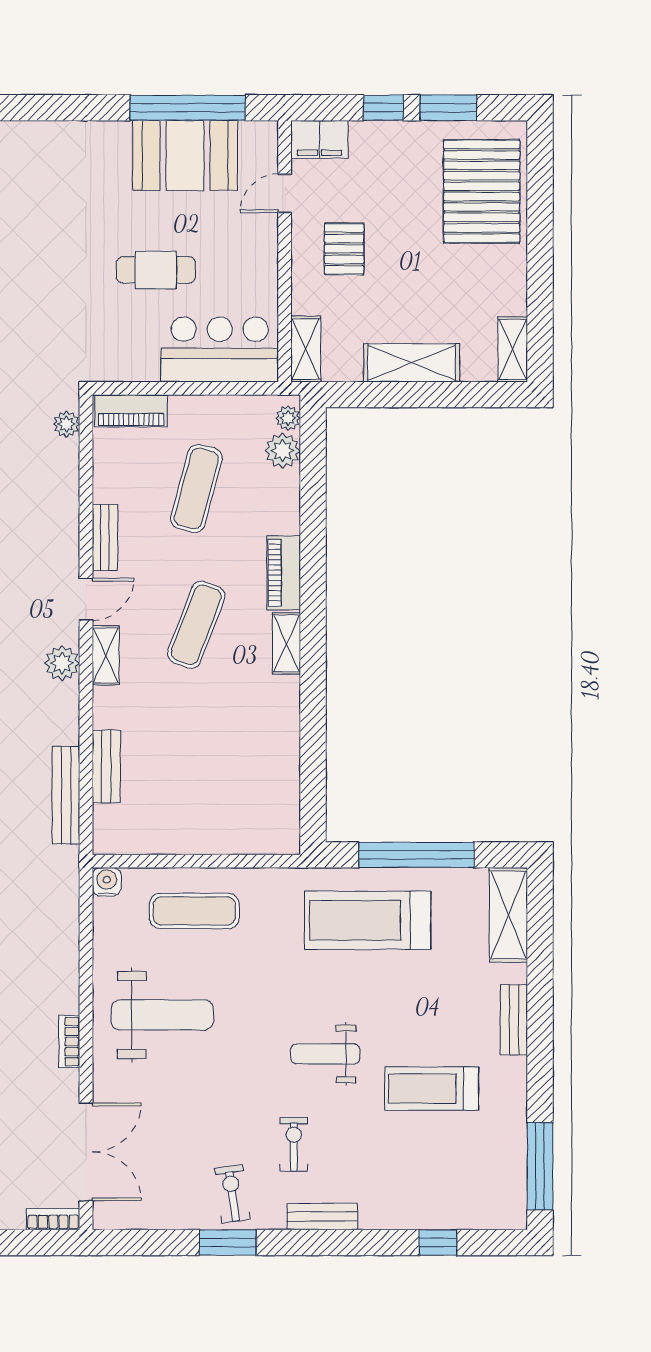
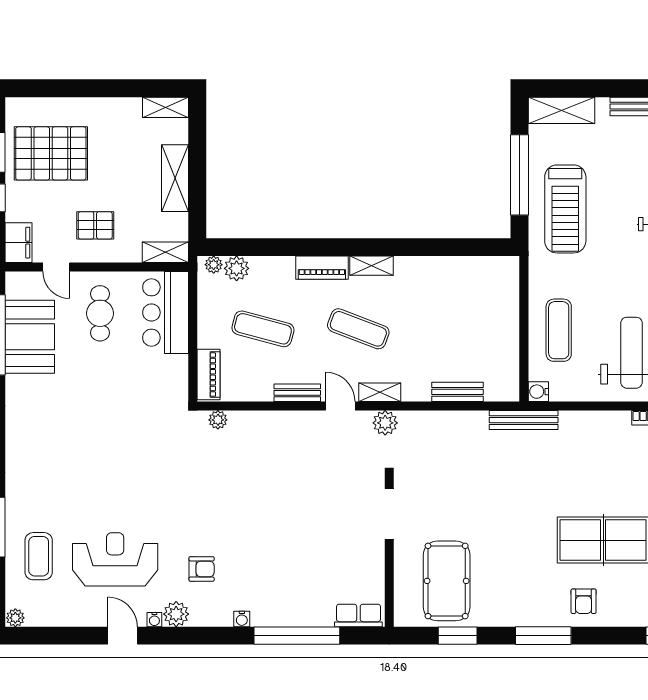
pallet: (482, 191) -> (51, 153), moved
cafe table: (156, 270) -> (100, 313), moved
bench: (66, 795) -> (524, 420), moved

